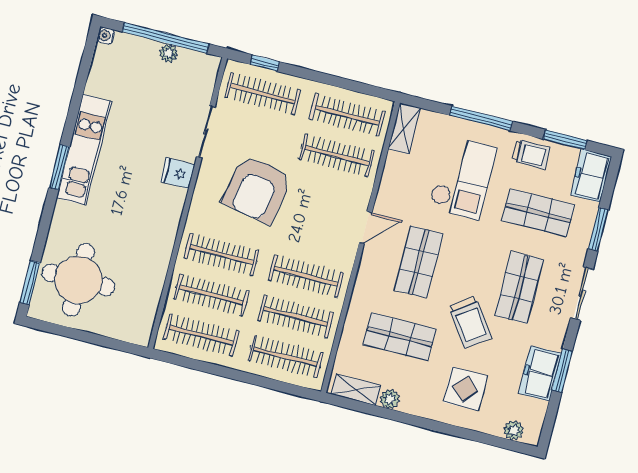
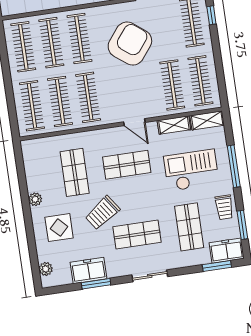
checkout: (463, 178) -> (191, 170), turned 180
armchair: (257, 189) -> (130, 44), turned 117
window: (598, 229) -> (217, 266), moved
shelving: (356, 390) -> (174, 125), moved, turned 90
plant: (390, 399) -> (35, 199), moved

